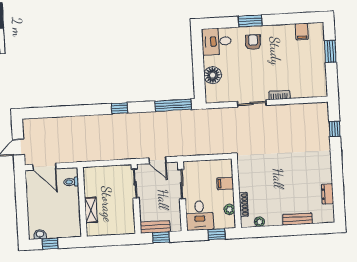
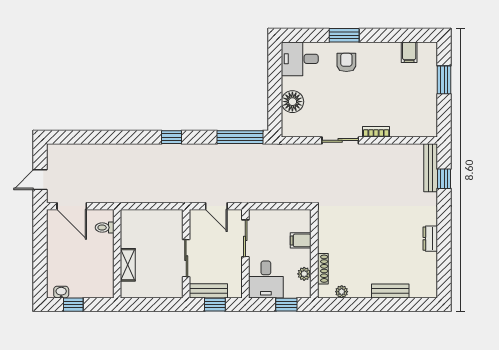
bench: (324, 121) -> (431, 168), added
sliding door: (135, 183) -> (186, 258), moved
dresser: (327, 194) -> (430, 239), moved

